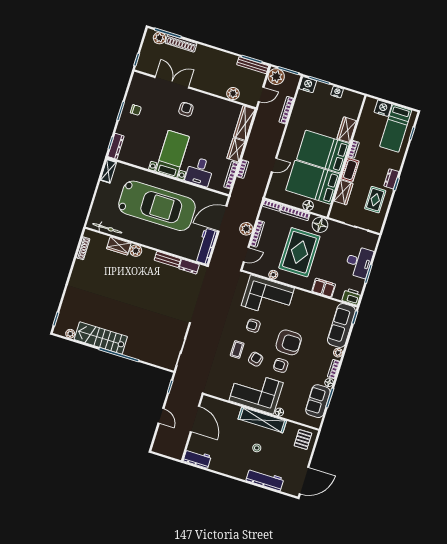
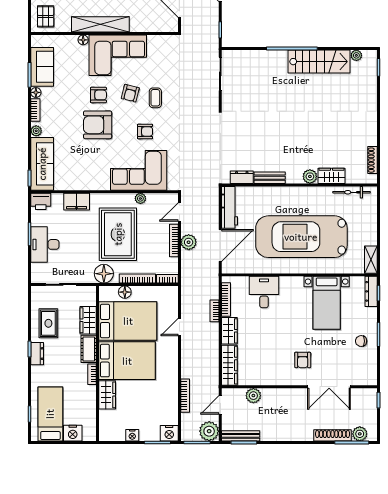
bed with nightstands: (172, 154) -> (327, 303), moved

